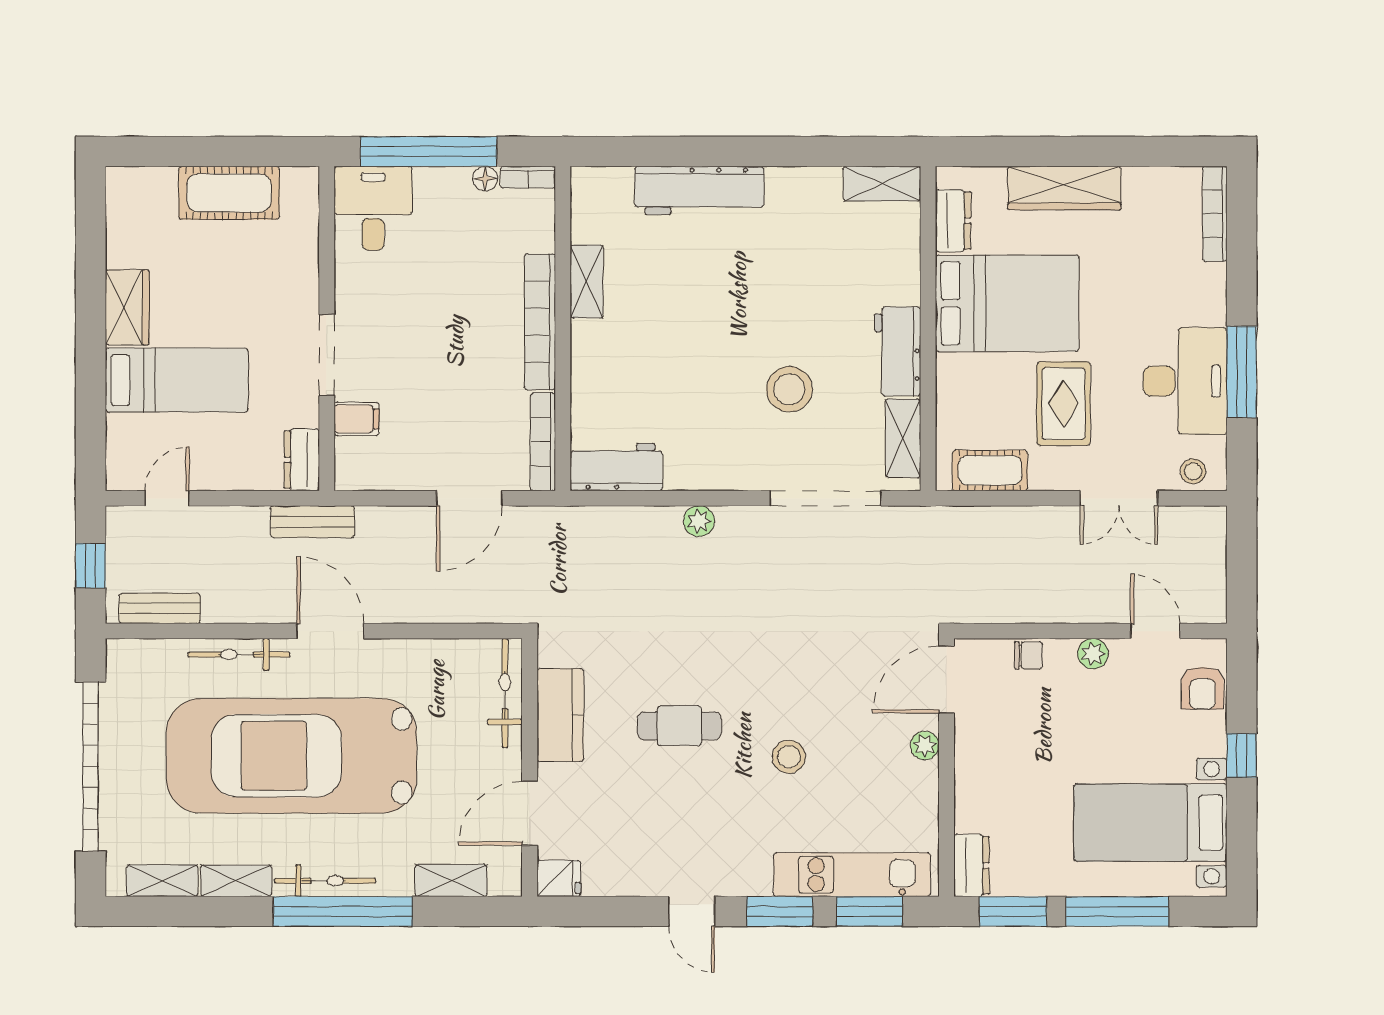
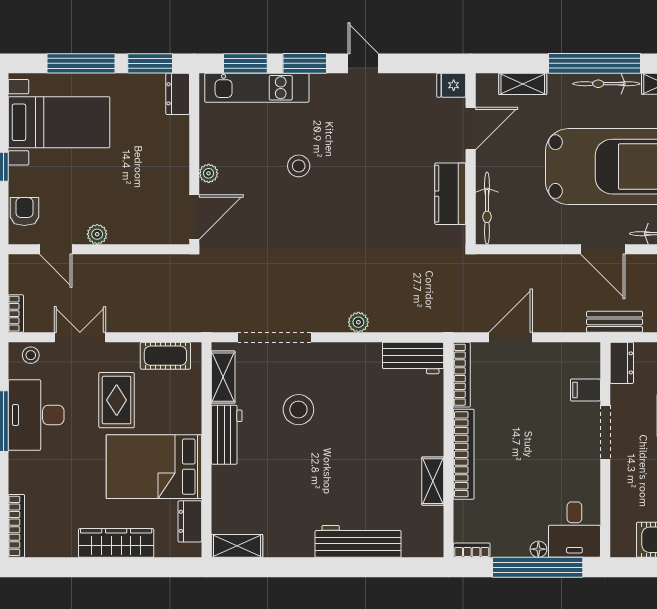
floor lamp: (485, 179) -> (538, 549), moved
bookcase: (1216, 534) -> (16, 314), added
chair: (1028, 656) -> (140, 233), removed
cafe table: (679, 726) -> (371, 186), removed

